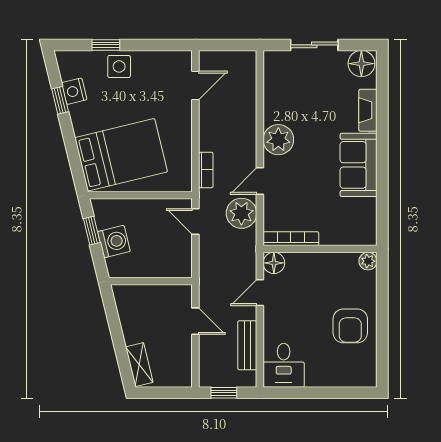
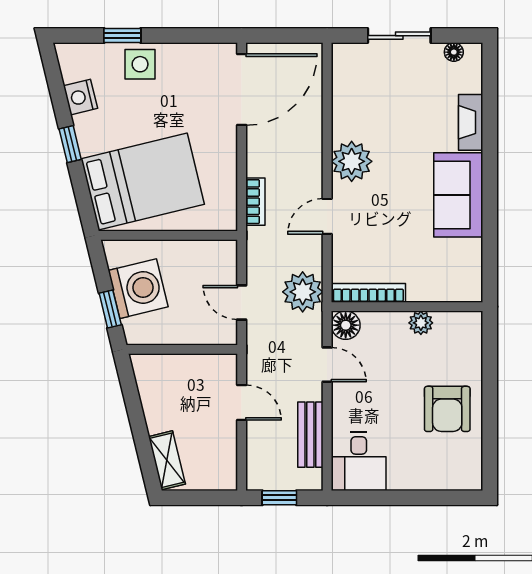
floor lamp: (361, 64) -> (454, 52), width x0.53, depth x0.53
door: (195, 85) -> (242, 89), width x1.87
window: (60, 100) -> (70, 144), moved
plant: (241, 213) -> (303, 292), moved
door: (195, 222) -> (242, 303), moved
window: (92, 231) -> (110, 309), moved
washing machine: (114, 242) -> (138, 289), width x1.37, depth x1.37
plant: (368, 261) -> (421, 323), moved
door: (260, 293) -> (327, 365), swing flipped

